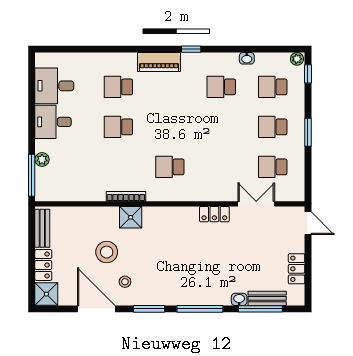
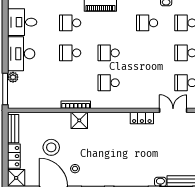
desk: (53, 122) -> (21, 54), width x1.37
school desk: (170, 127) -> (109, 53), added
stool: (107, 252) -> (51, 147), moved

